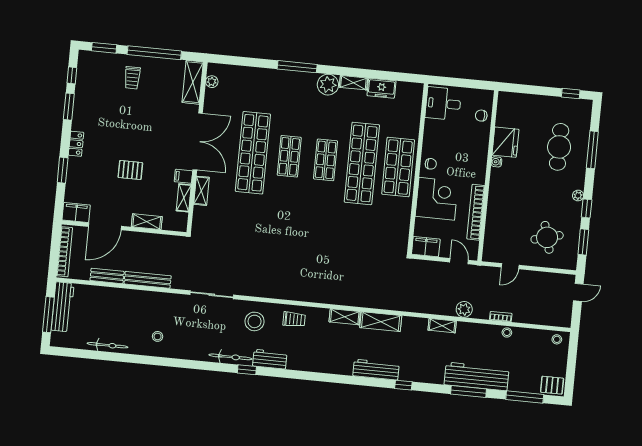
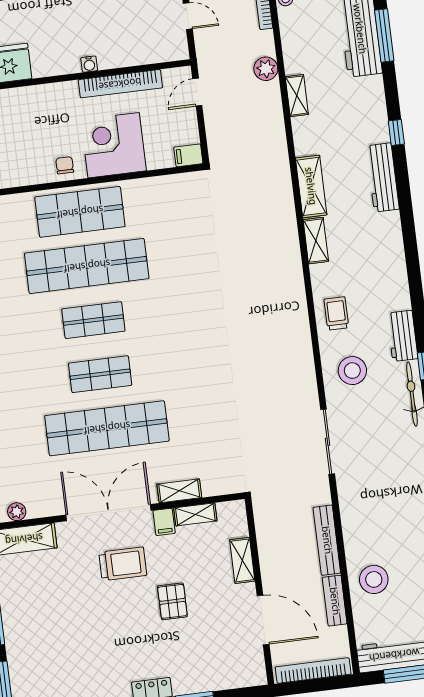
trolley: (132, 78) -> (123, 564), moved, width x1.36, depth x1.39
water cooler: (496, 162) -> (89, 64), moved
filing cabinet: (76, 213) -> (252, 666), removed
filing cabinet: (426, 247) -> (188, 155), width x0.50
stool: (158, 336) -> (374, 579), moved, width x1.89, depth x1.89

